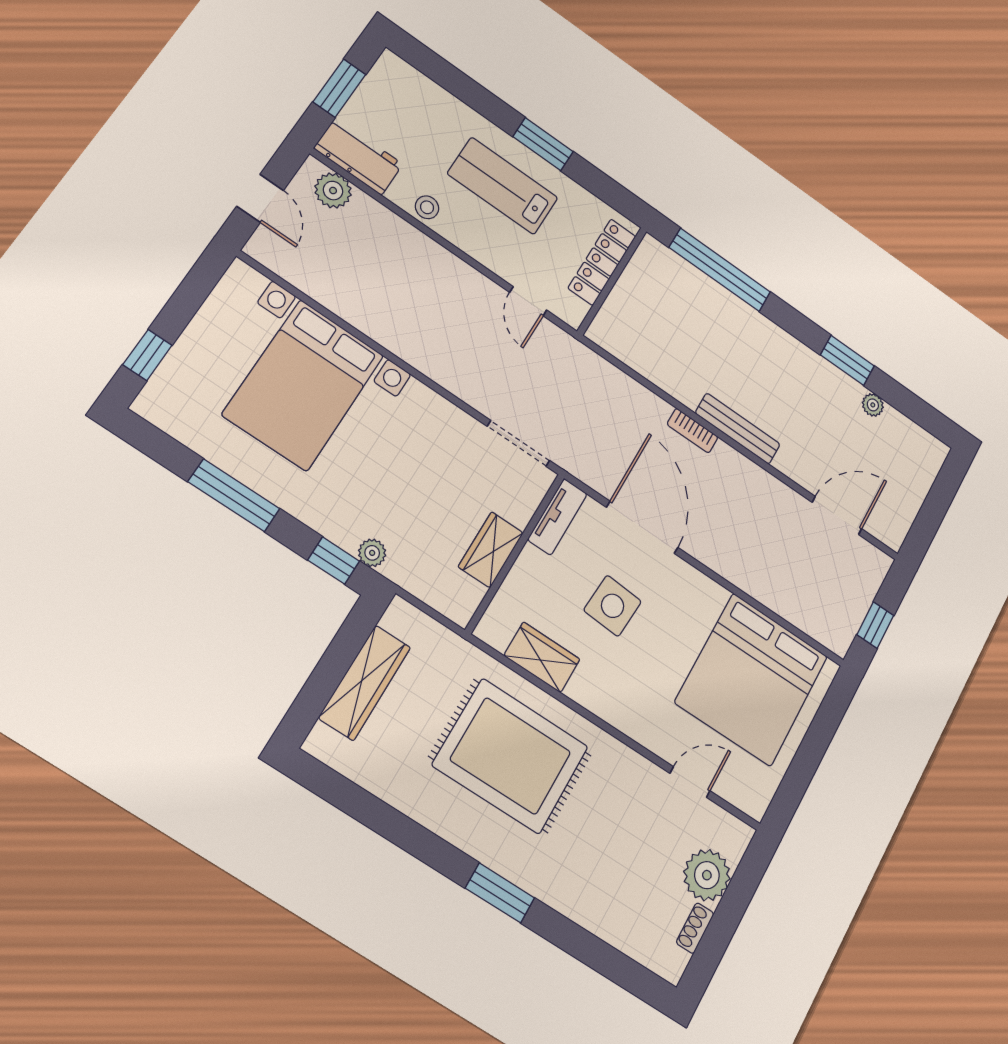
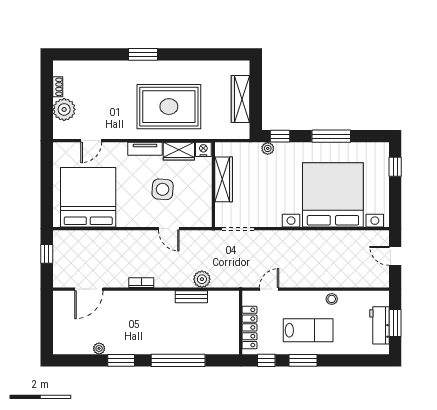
workbench: (358, 156) -> (379, 325), moved, turned 90
window: (606, 189) -> (266, 360), added
plant: (333, 191) -> (202, 279), moved
window: (720, 270) -> (178, 360), moved
door: (528, 301) -> (269, 289), hinge flipped
bed with nightstands: (304, 385) -> (333, 195), width x1.36
bench: (738, 429) -> (191, 297), moved, width x0.73
bookcase: (693, 431) -> (141, 283), moved
tv unit: (557, 517) -> (145, 149), moved, turned -90
door: (642, 527) -> (169, 229), width x0.53
wardrobe: (491, 550) -> (224, 179), width x1.50
nightstand: (495, 631) -> (203, 149), added

